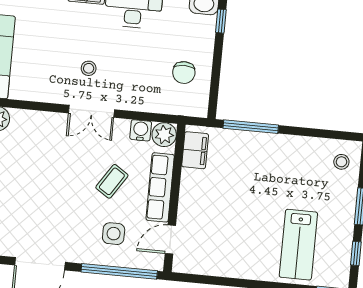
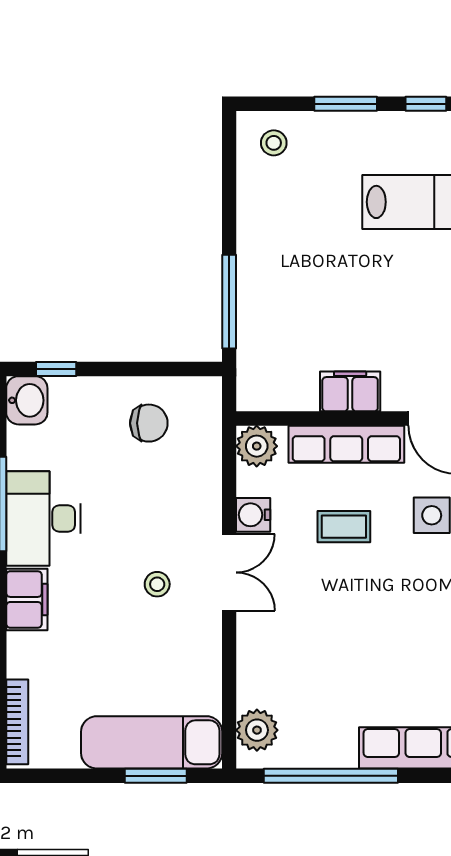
water cooler: (141, 130) -> (253, 515), moved
filing cabinet: (195, 150) -> (350, 391), moved
coffee table: (112, 181) -> (344, 527), turned -33

